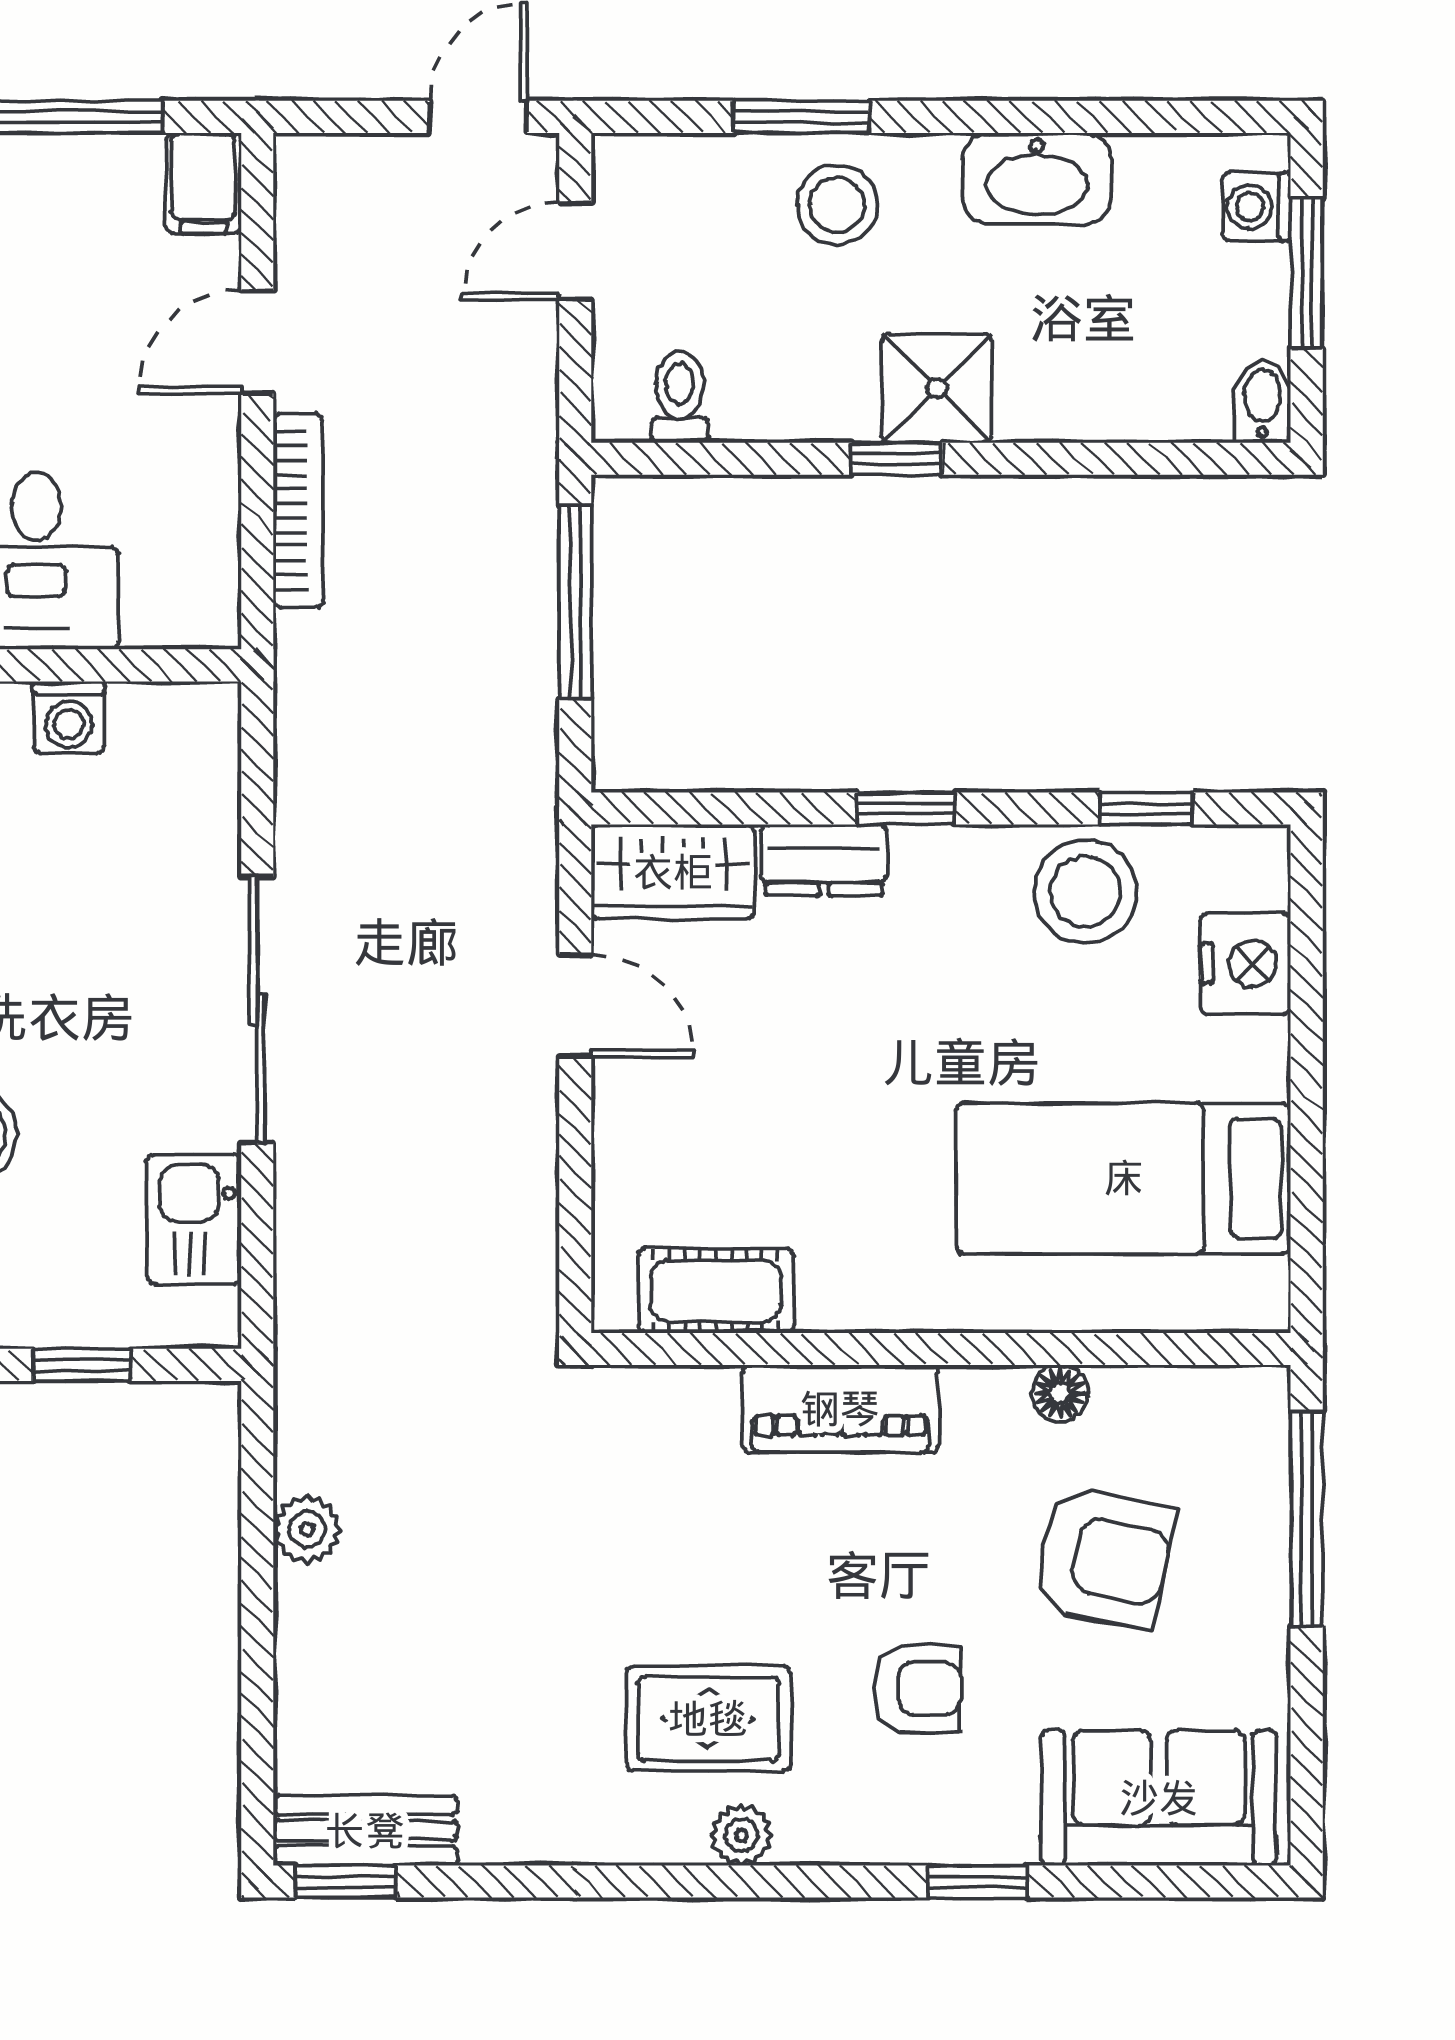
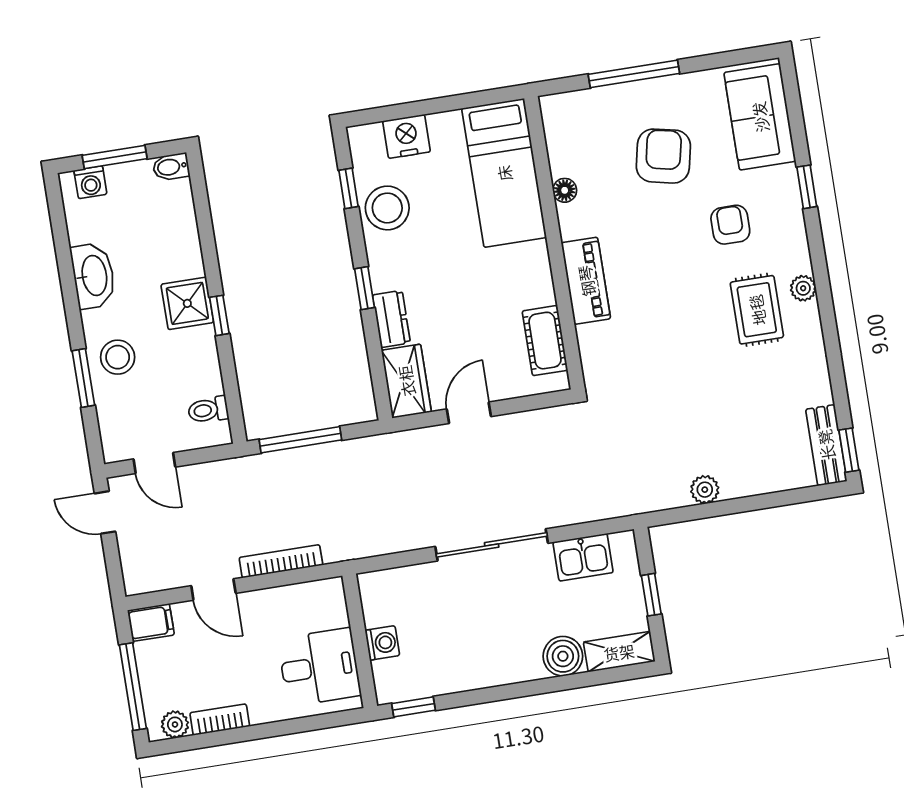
cot: (716, 1291) -> (545, 341), moved
wall: (941, 1349) -> (554, 243), moved
floor lamp: (1060, 1393) -> (565, 190), moved
piano: (840, 1409) -> (586, 281), moved

